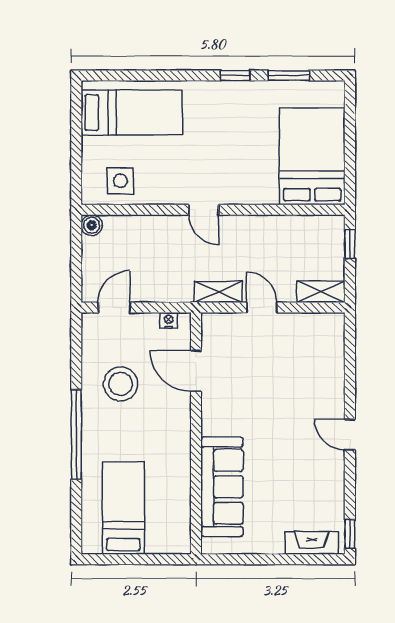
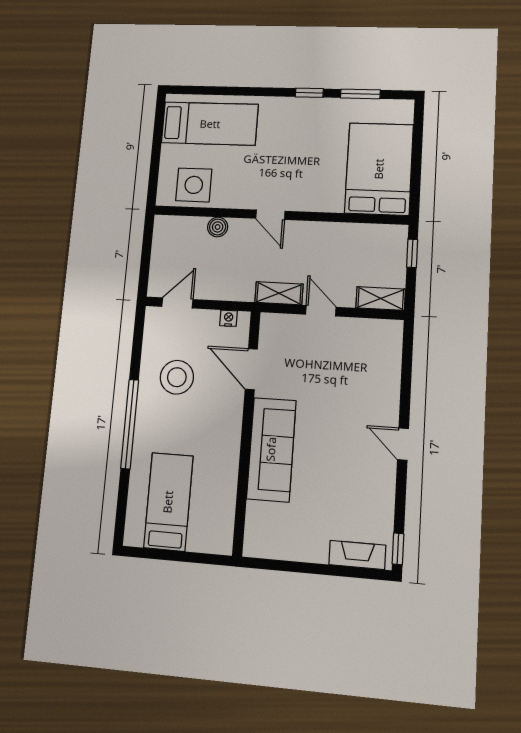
side table: (120, 181) -> (194, 185), width x1.37, depth x1.37
boiler: (92, 225) -> (218, 227), moved
sofa: (222, 487) -> (271, 449), moved

